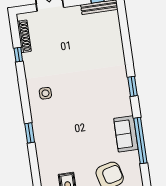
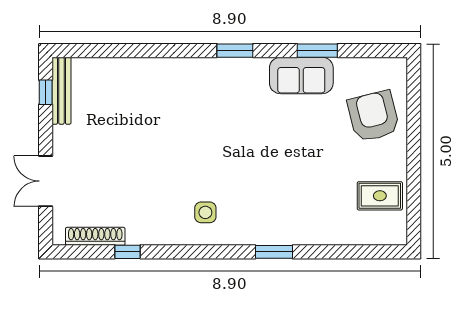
window: (133, 86) -> (235, 51), moved
window: (140, 141) -> (317, 51), width x0.47

